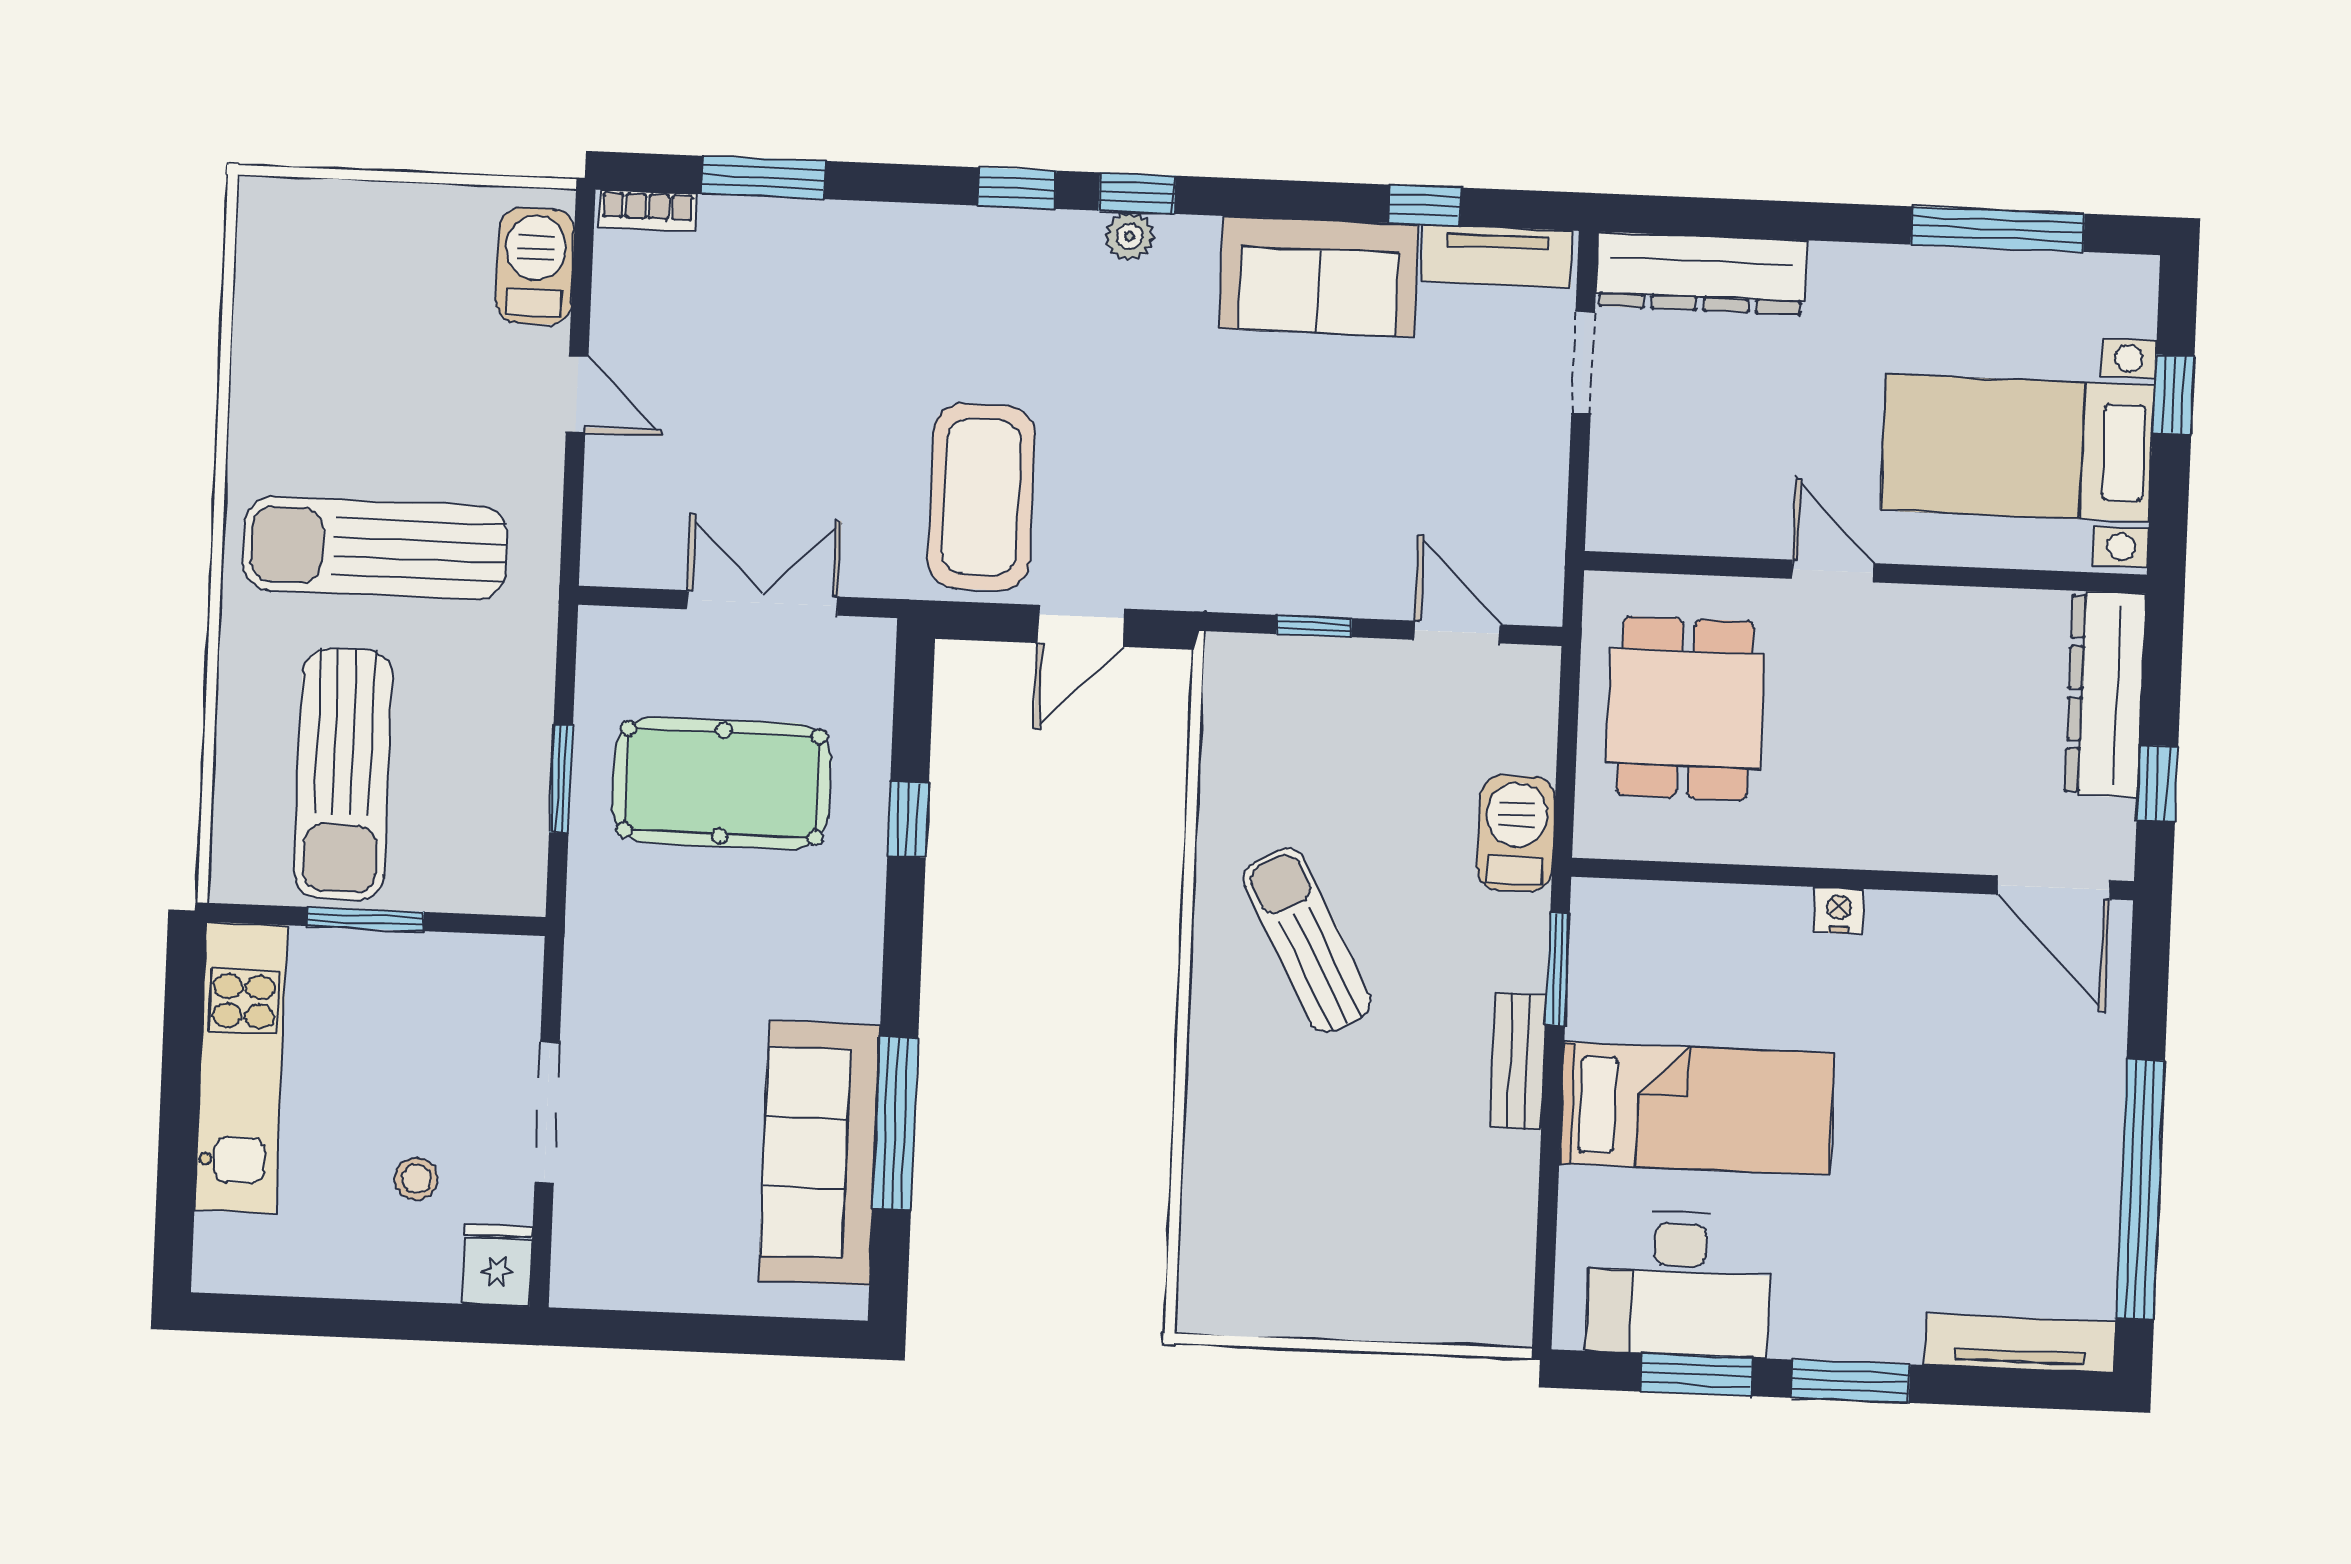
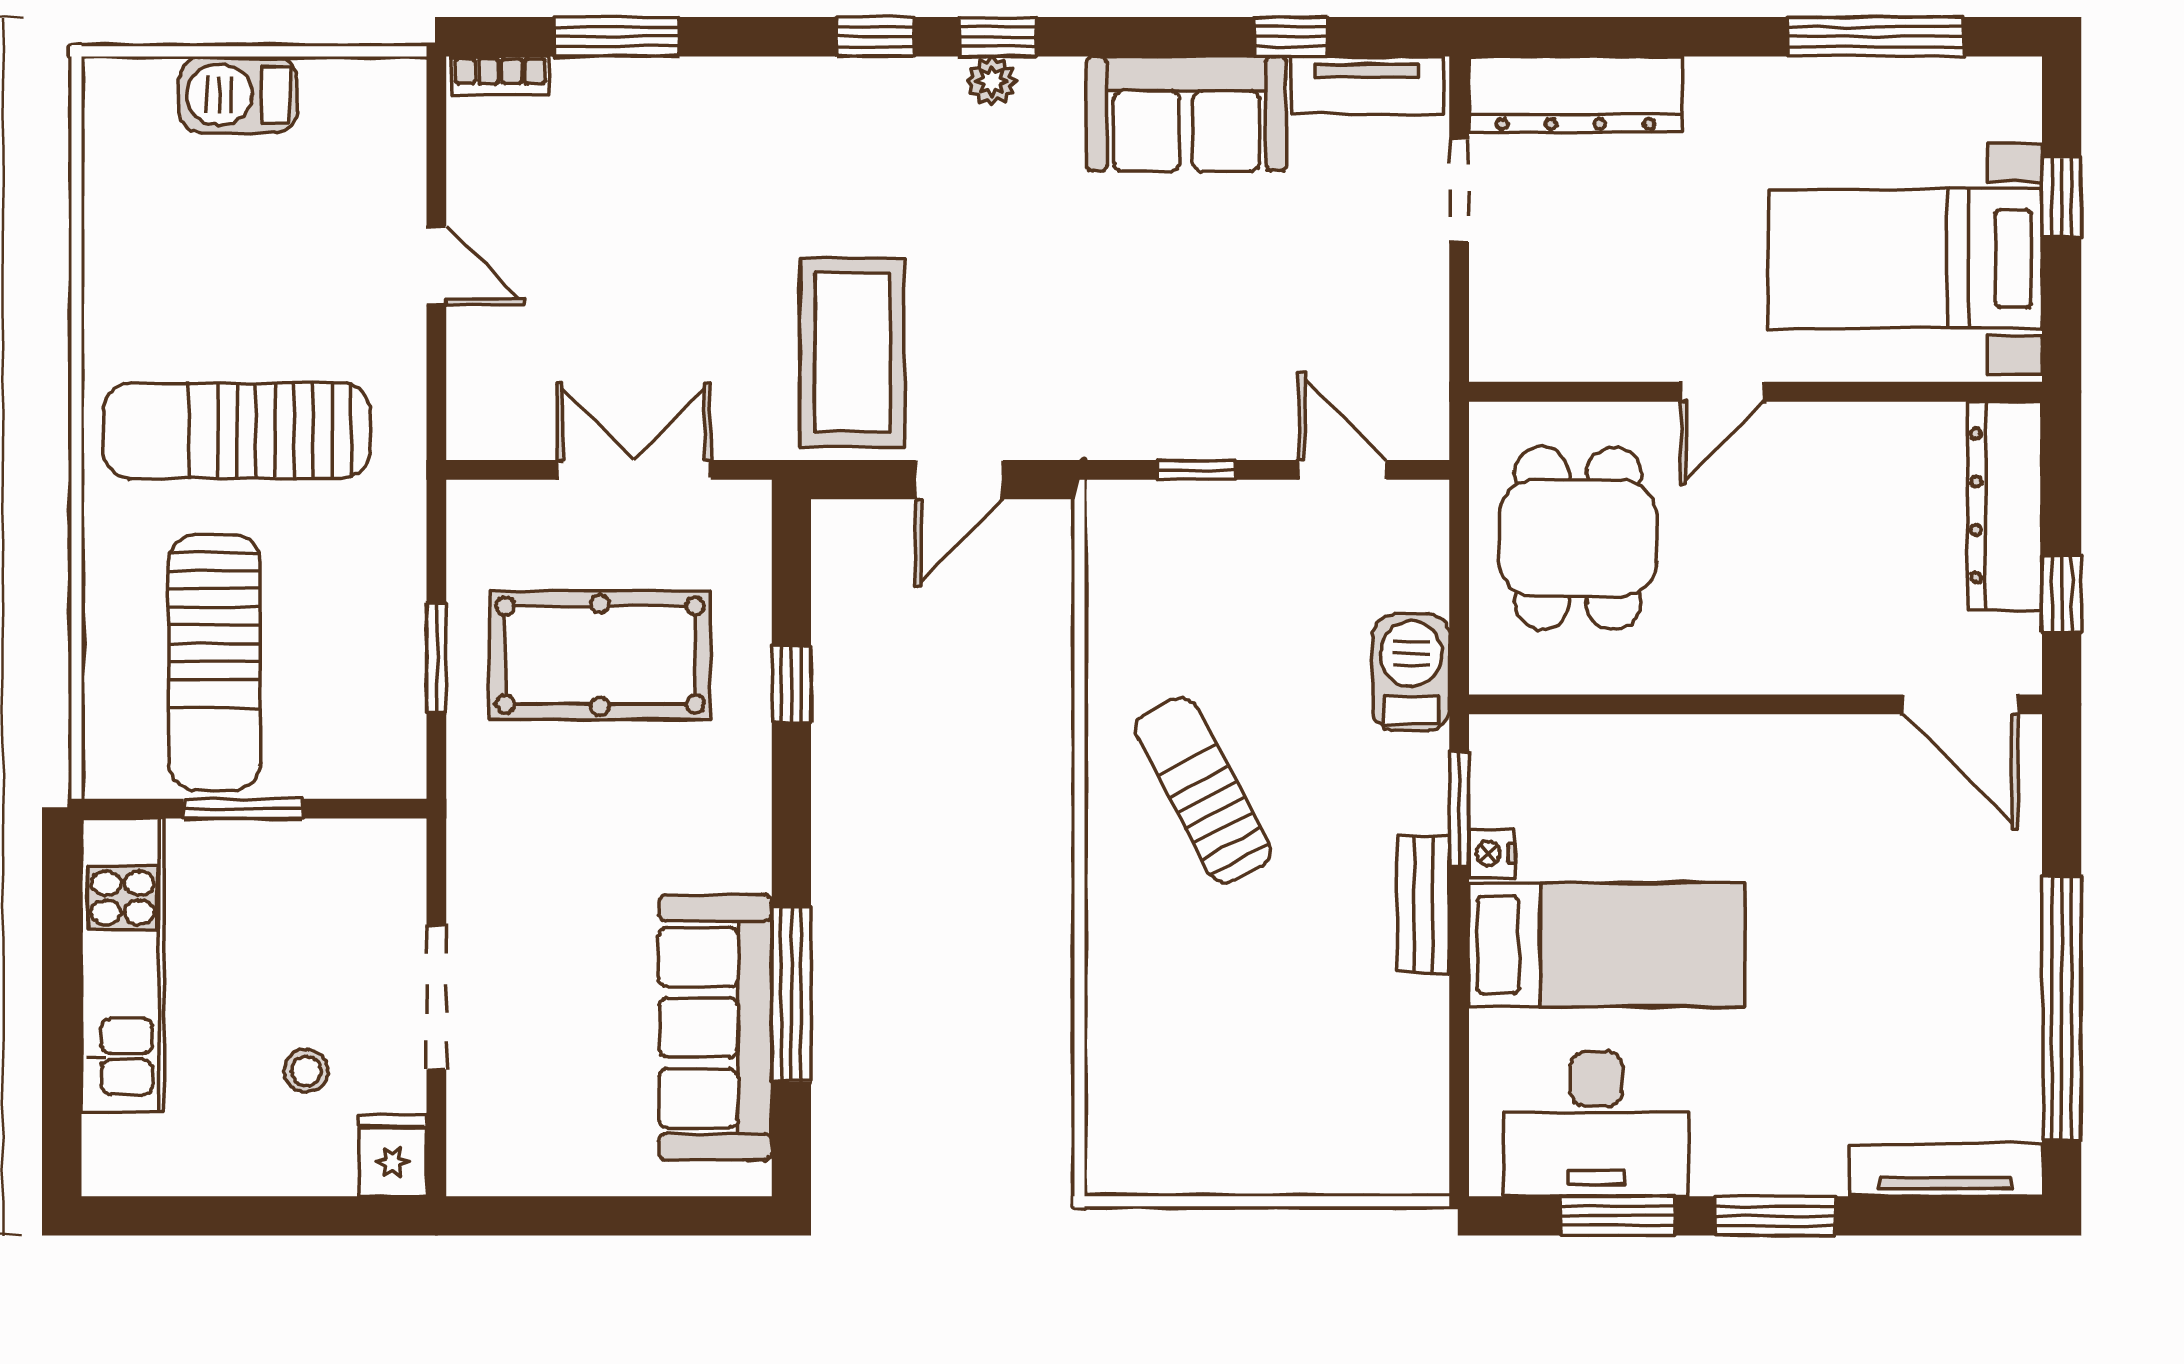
barbecue: (535, 266) -> (238, 95), moved, turned -90
door: (1833, 571) -> (1722, 392), swing flipped
nightstand: (1839, 911) -> (1492, 853), moved, turned -90

